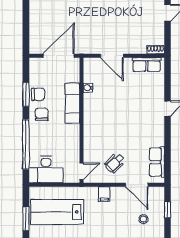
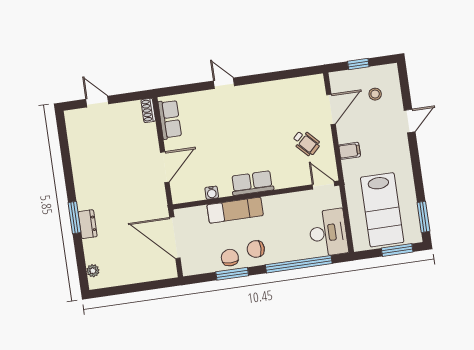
row of seats: (157, 162) -> (252, 183), moved, turned 180

